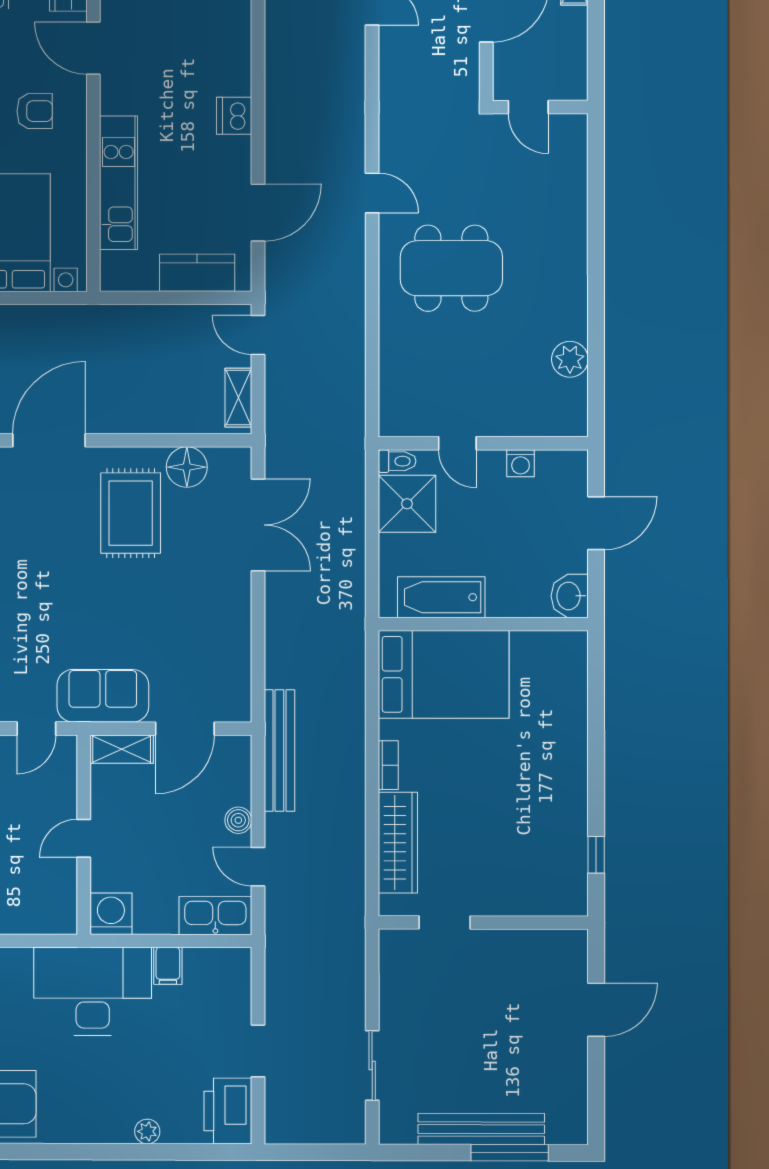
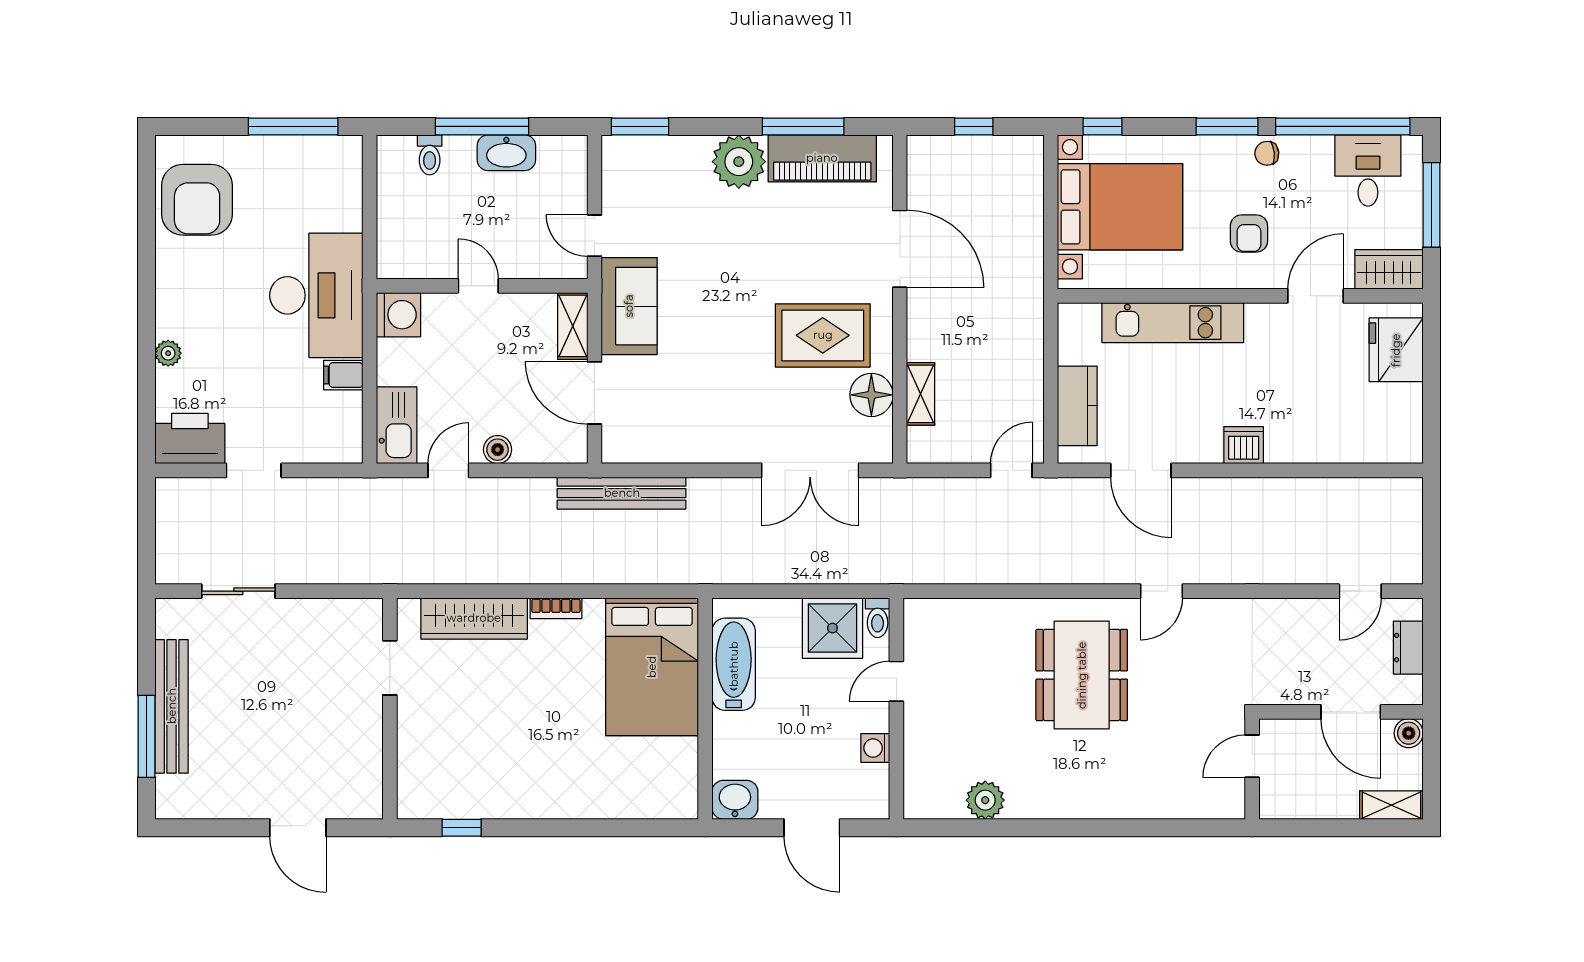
shelving: (238, 398) -> (921, 394), moved, turned 90
bench: (279, 750) -> (622, 493), moved

